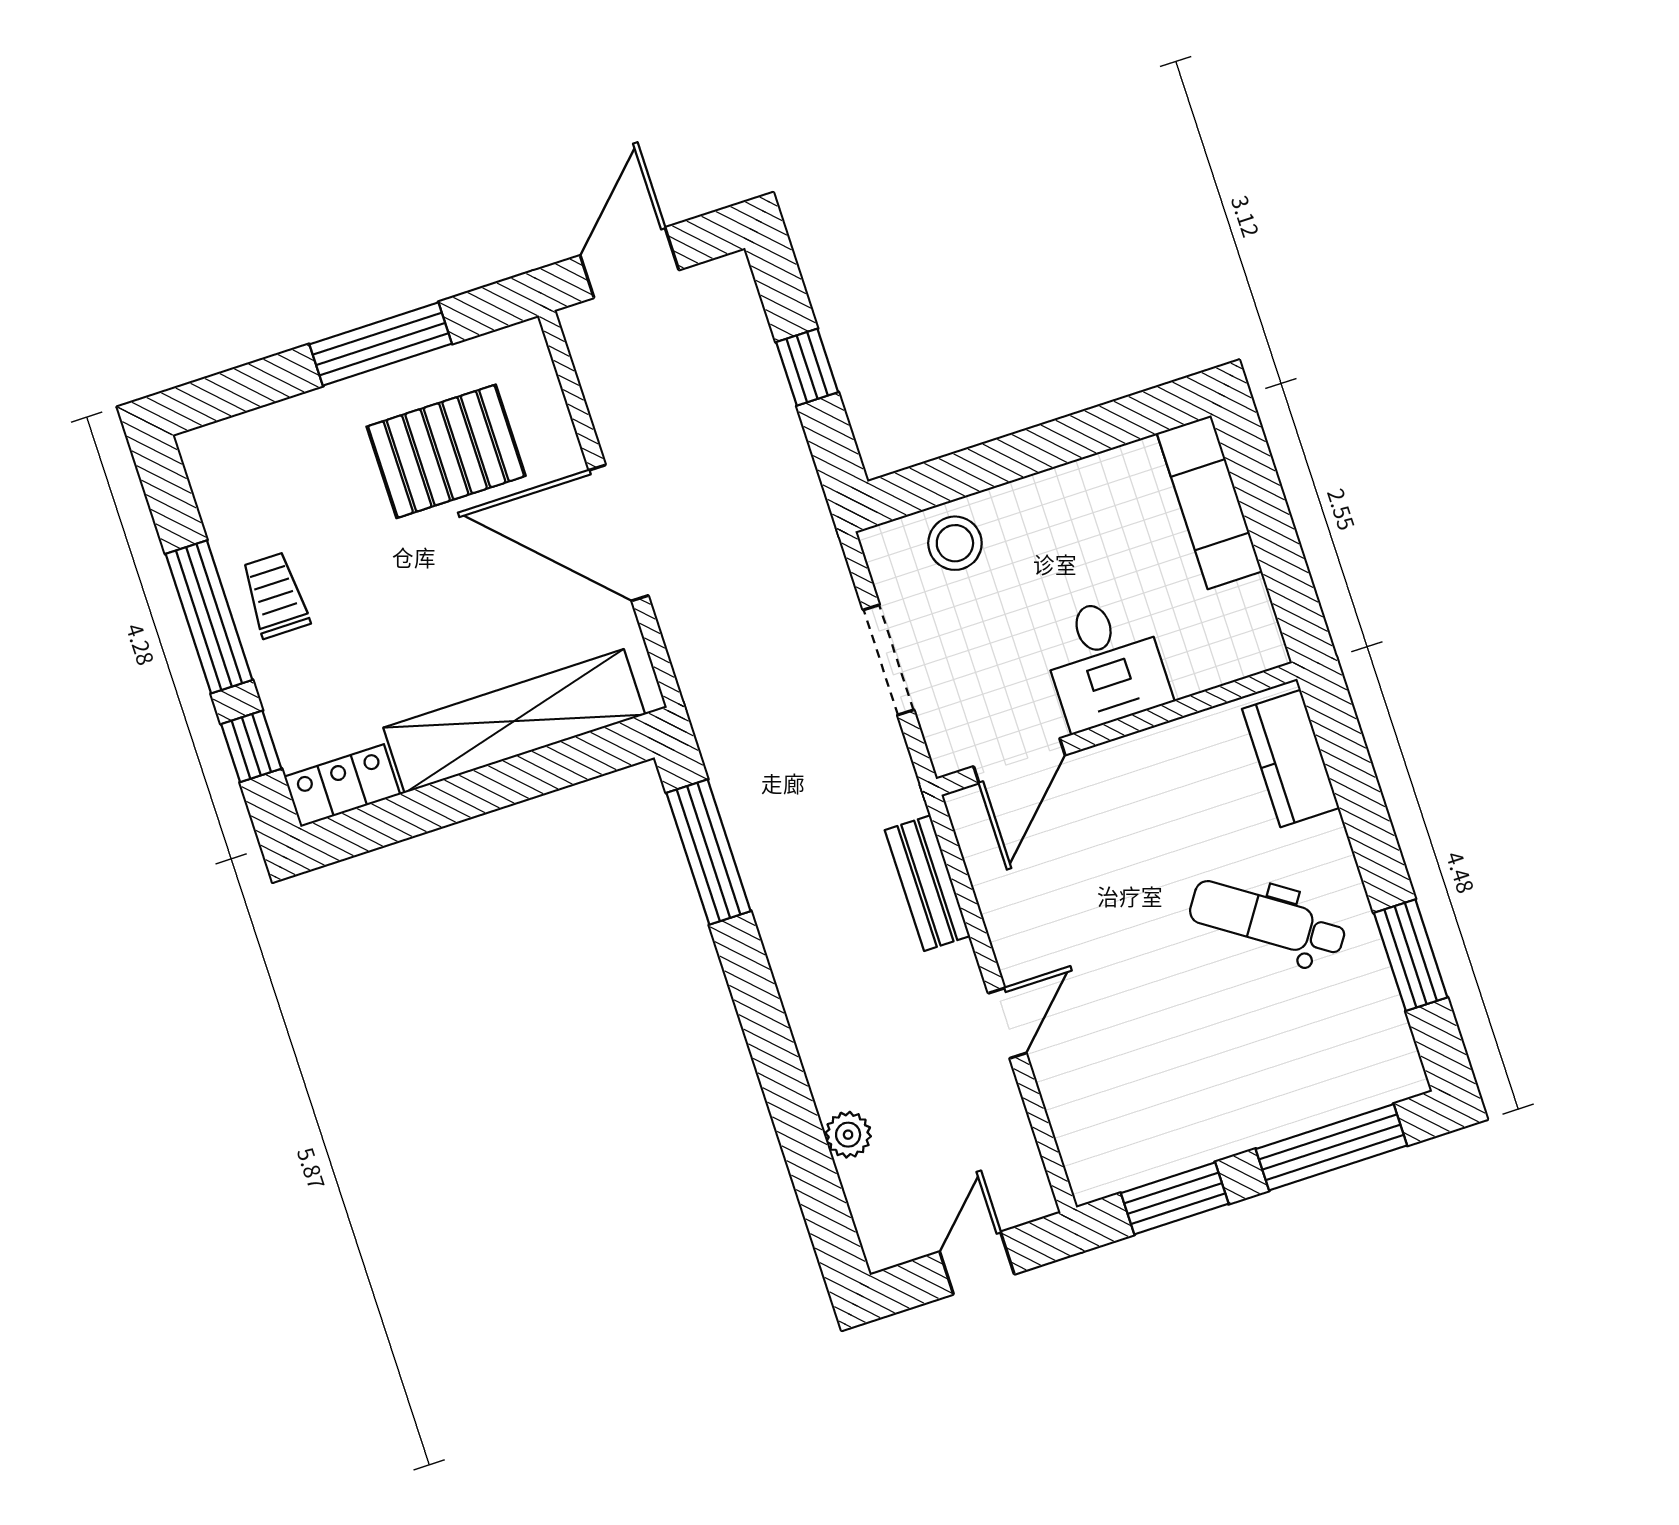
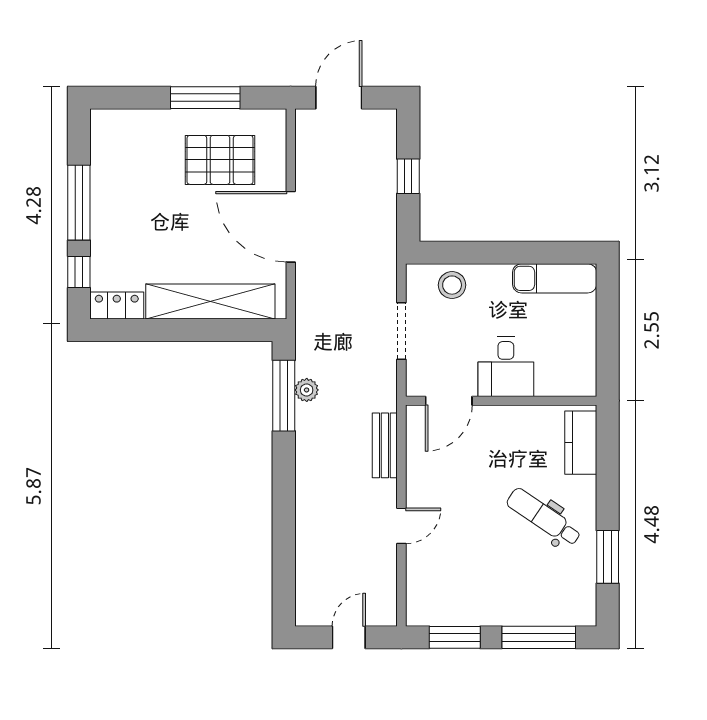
exam couch: (1209, 502) -> (555, 278), moved, turned -90
trolley: (275, 595) -> (114, 203), removed
plant: (848, 1135) -> (307, 390), moved

